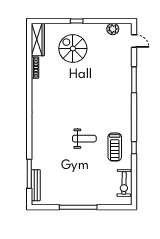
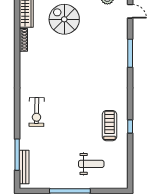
weight bench: (84, 139) -> (91, 164), moved
treadmill: (115, 147) -> (109, 126), turned 180
exercise bike: (124, 183) -> (37, 112), moved

